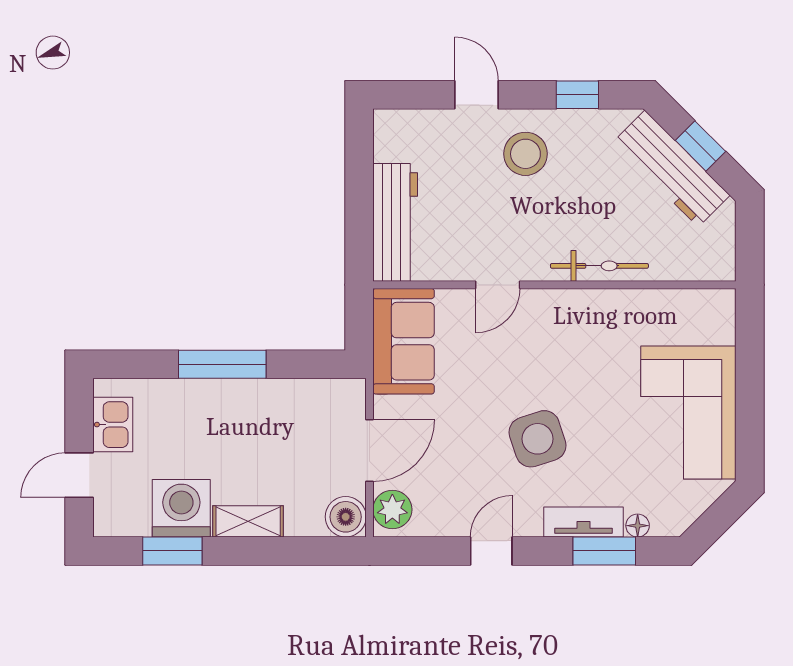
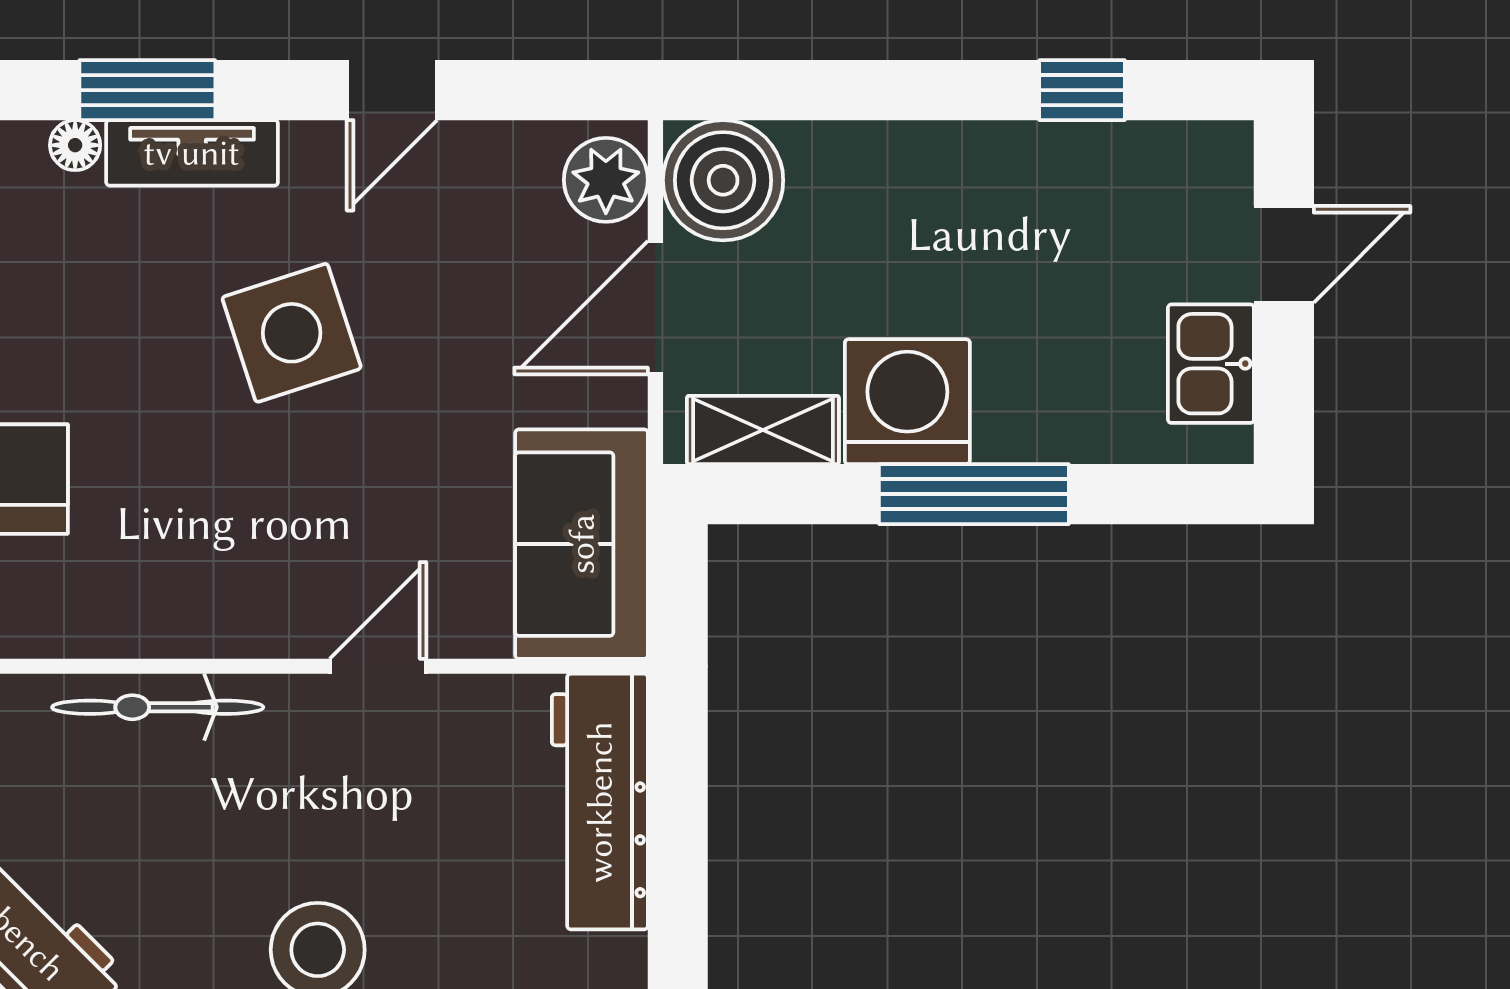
washing machine: (181, 508) -> (907, 402), moved, turned 180
boiler: (346, 517) -> (723, 180), width x1.37, depth x1.37
shelving: (248, 521) -> (763, 430), moved
window: (172, 551) -> (1082, 90), width x0.67

